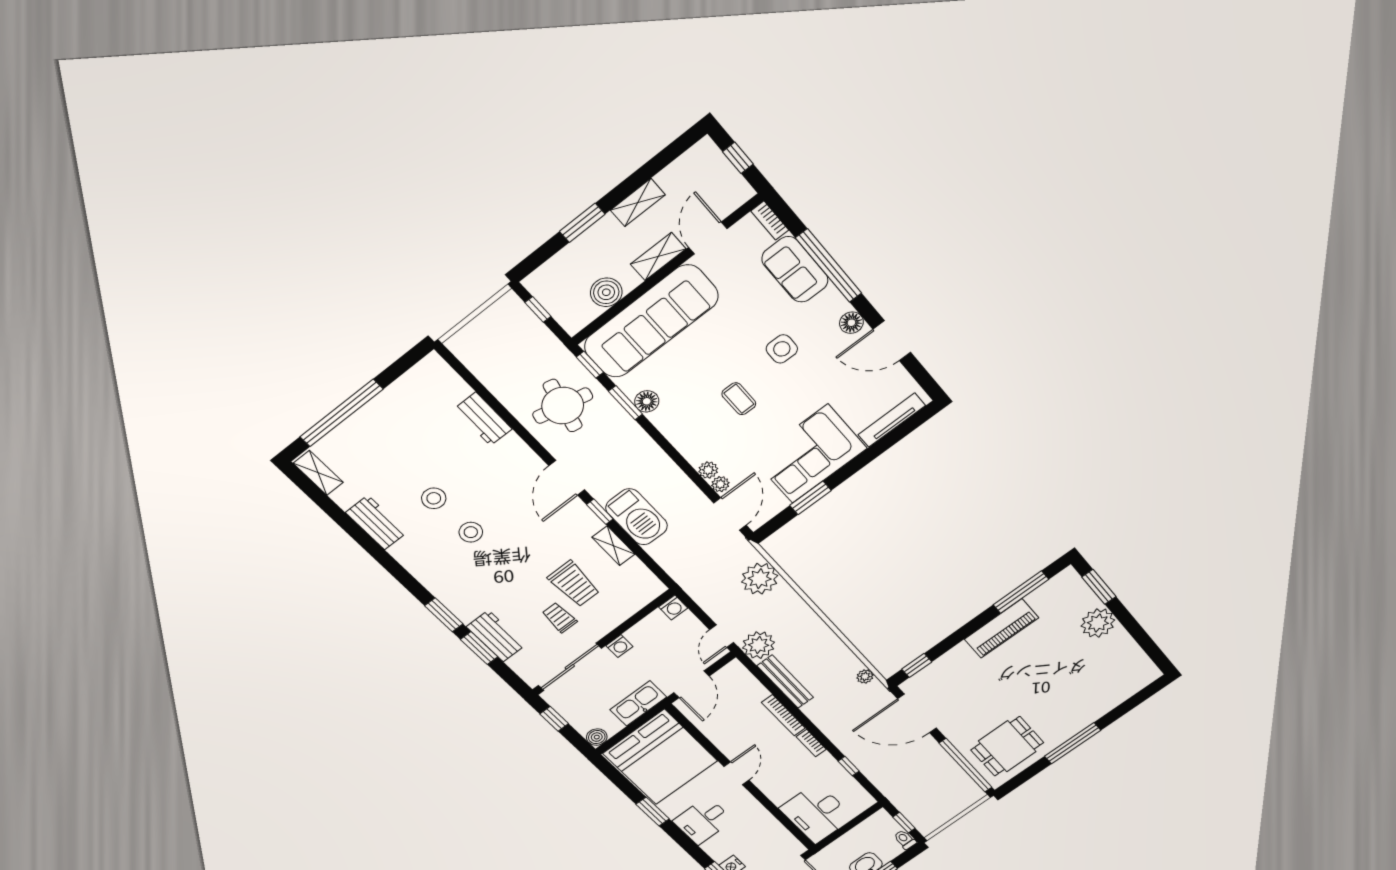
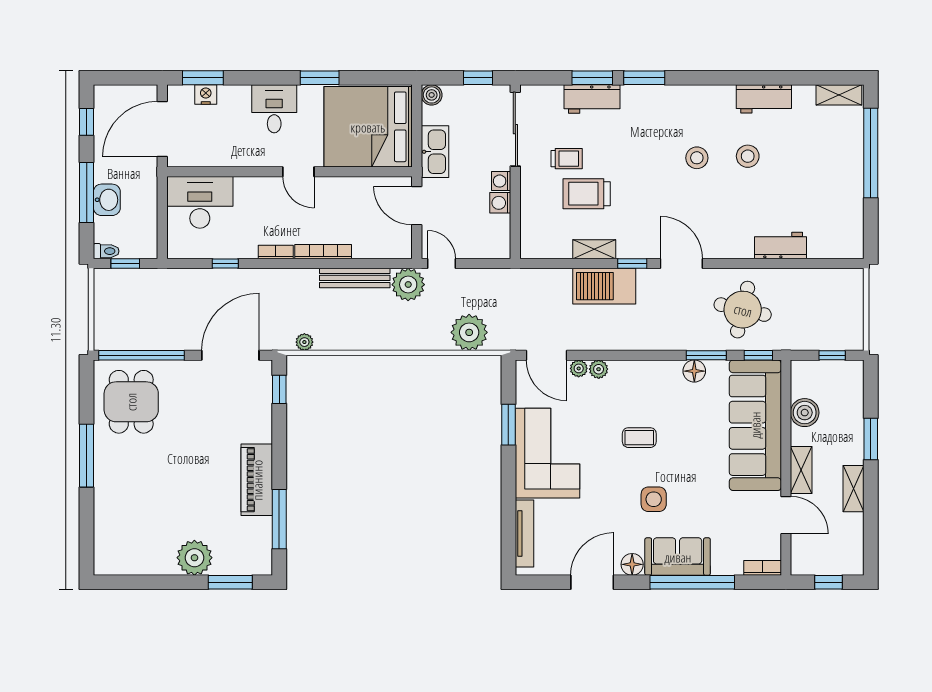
sofa: (795, 269) -> (678, 557), moved
washing machine: (673, 608) -> (500, 203), moved

